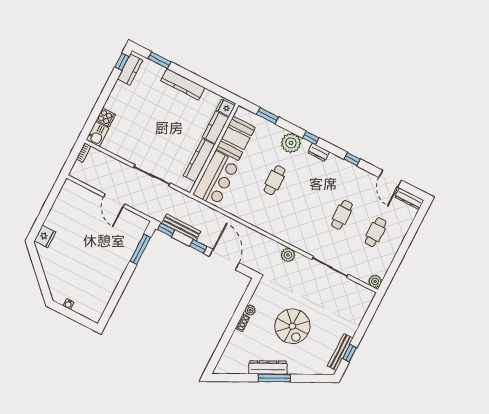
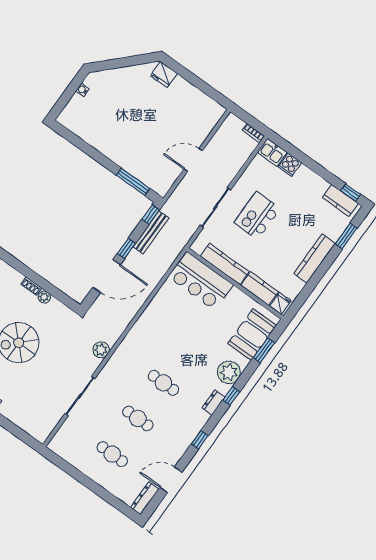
booth: (236, 138) -> (252, 334), moved, turned 90
kitchen island: (153, 139) -> (257, 215), added
cafe table: (275, 180) -> (163, 383), moved
plant: (375, 281) -> (56, 445), removed

